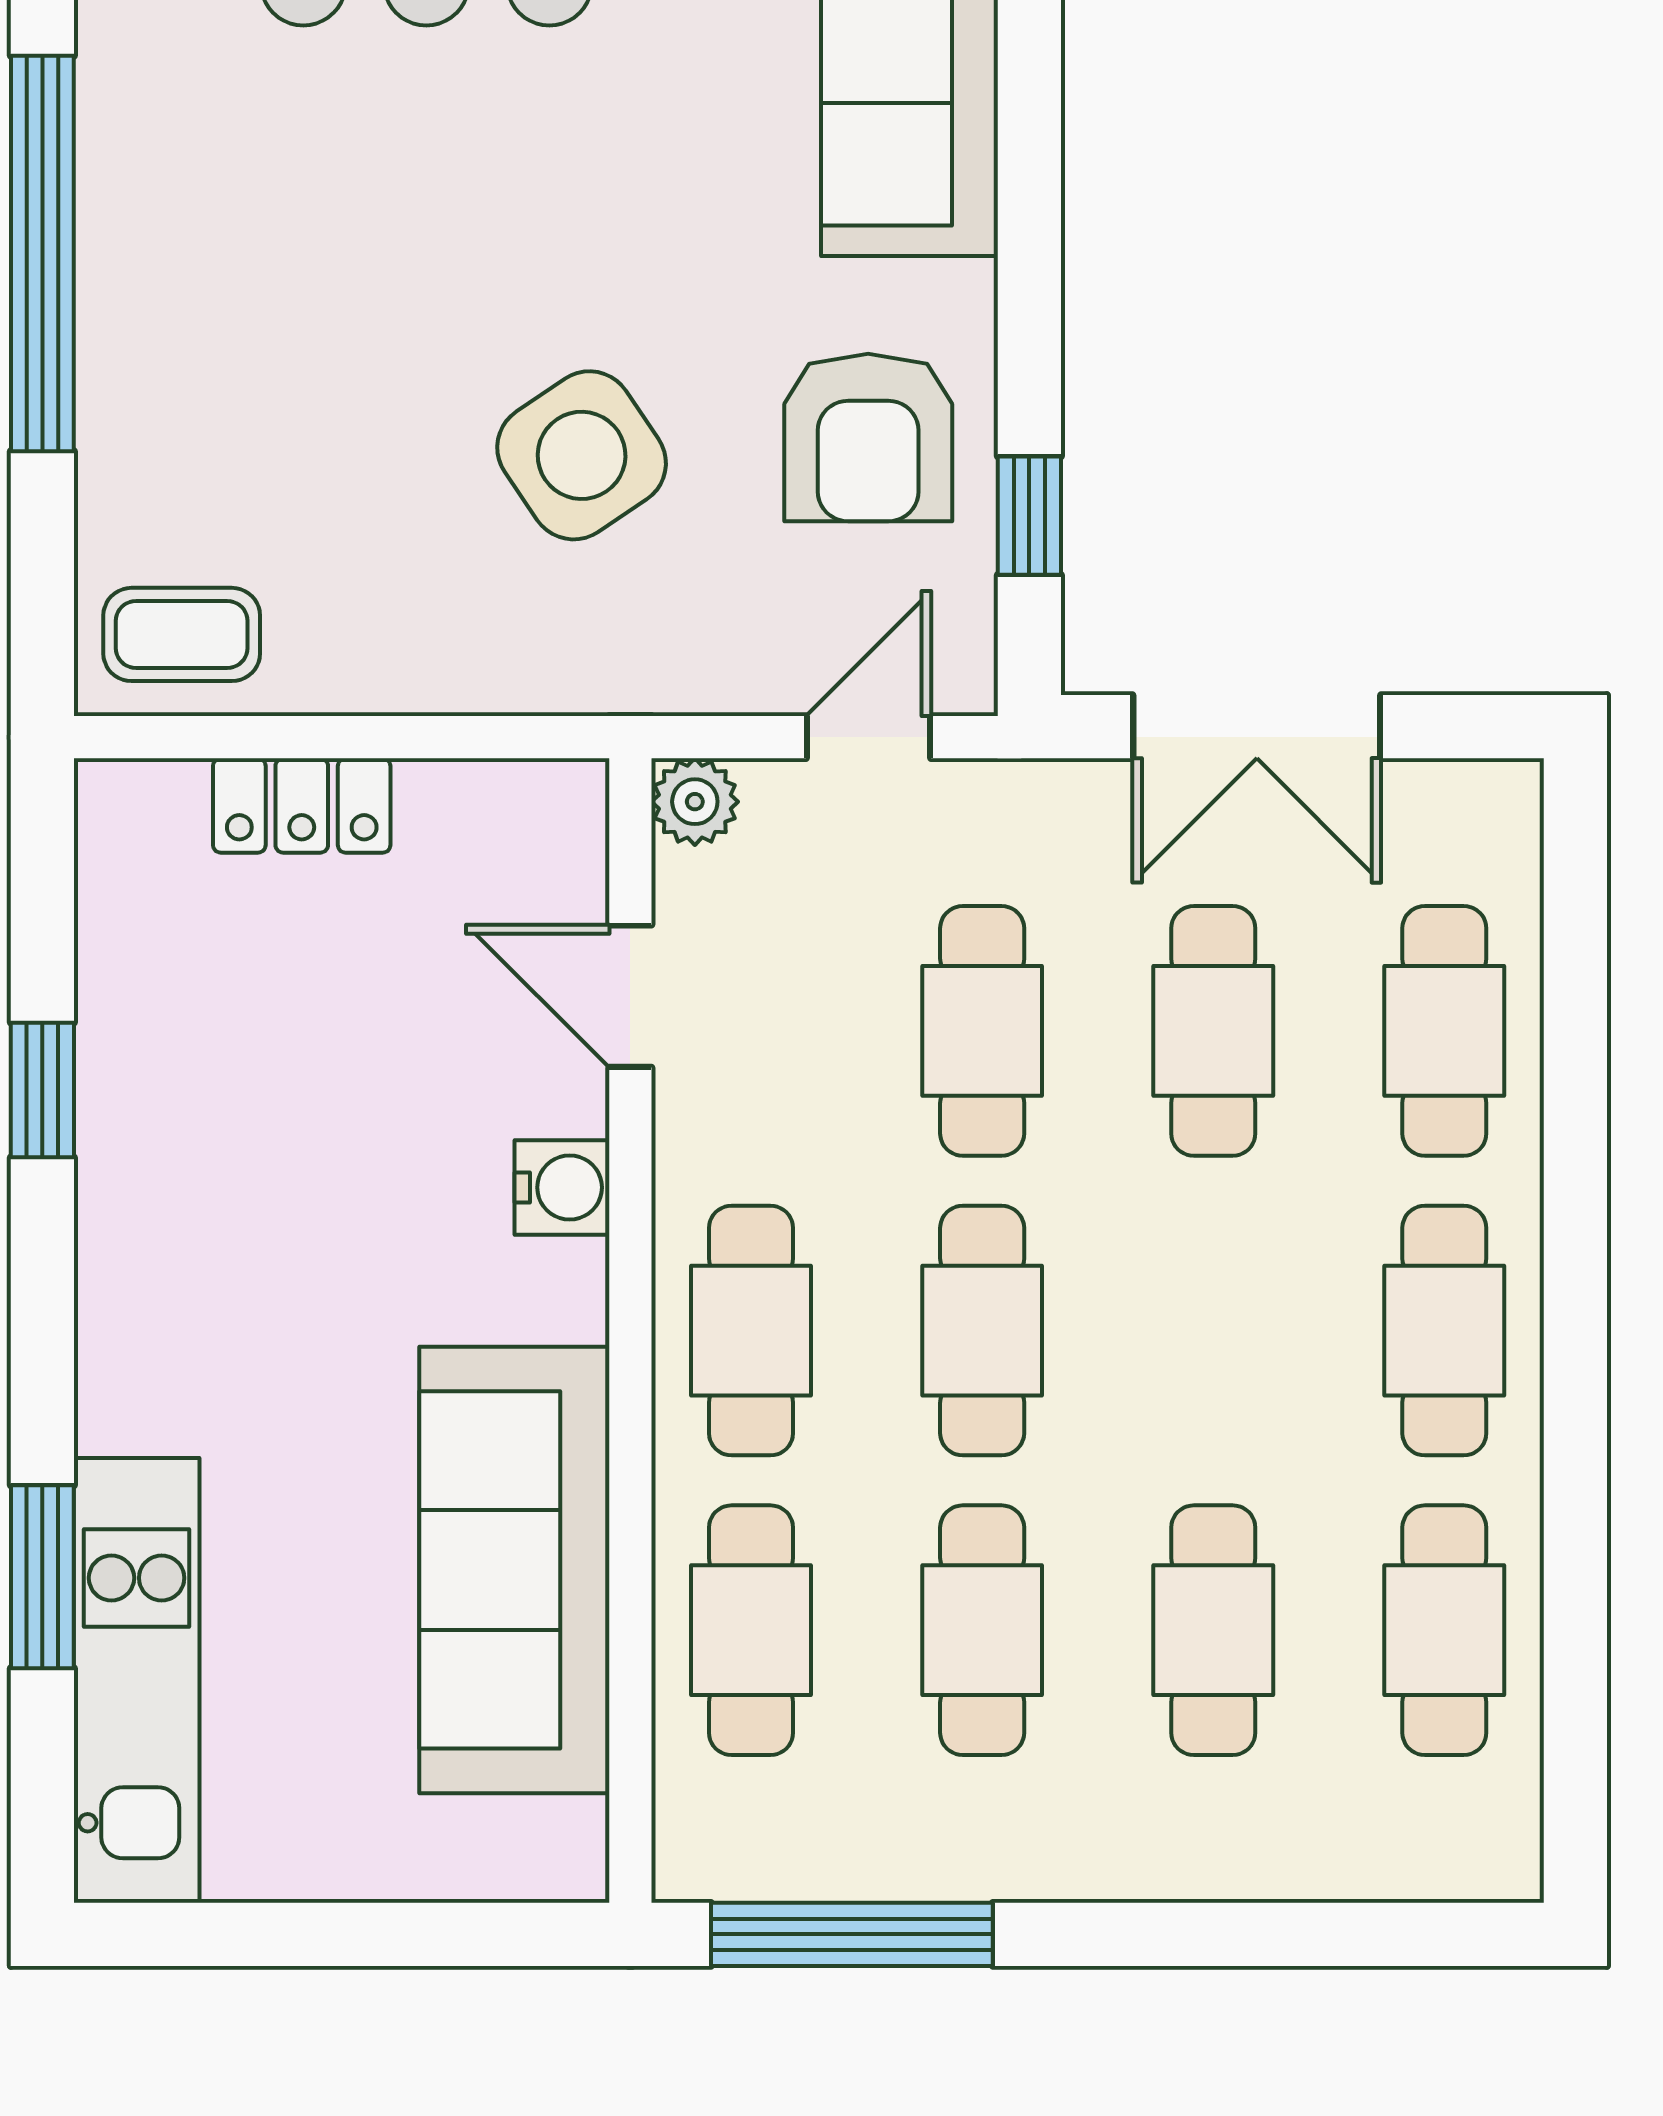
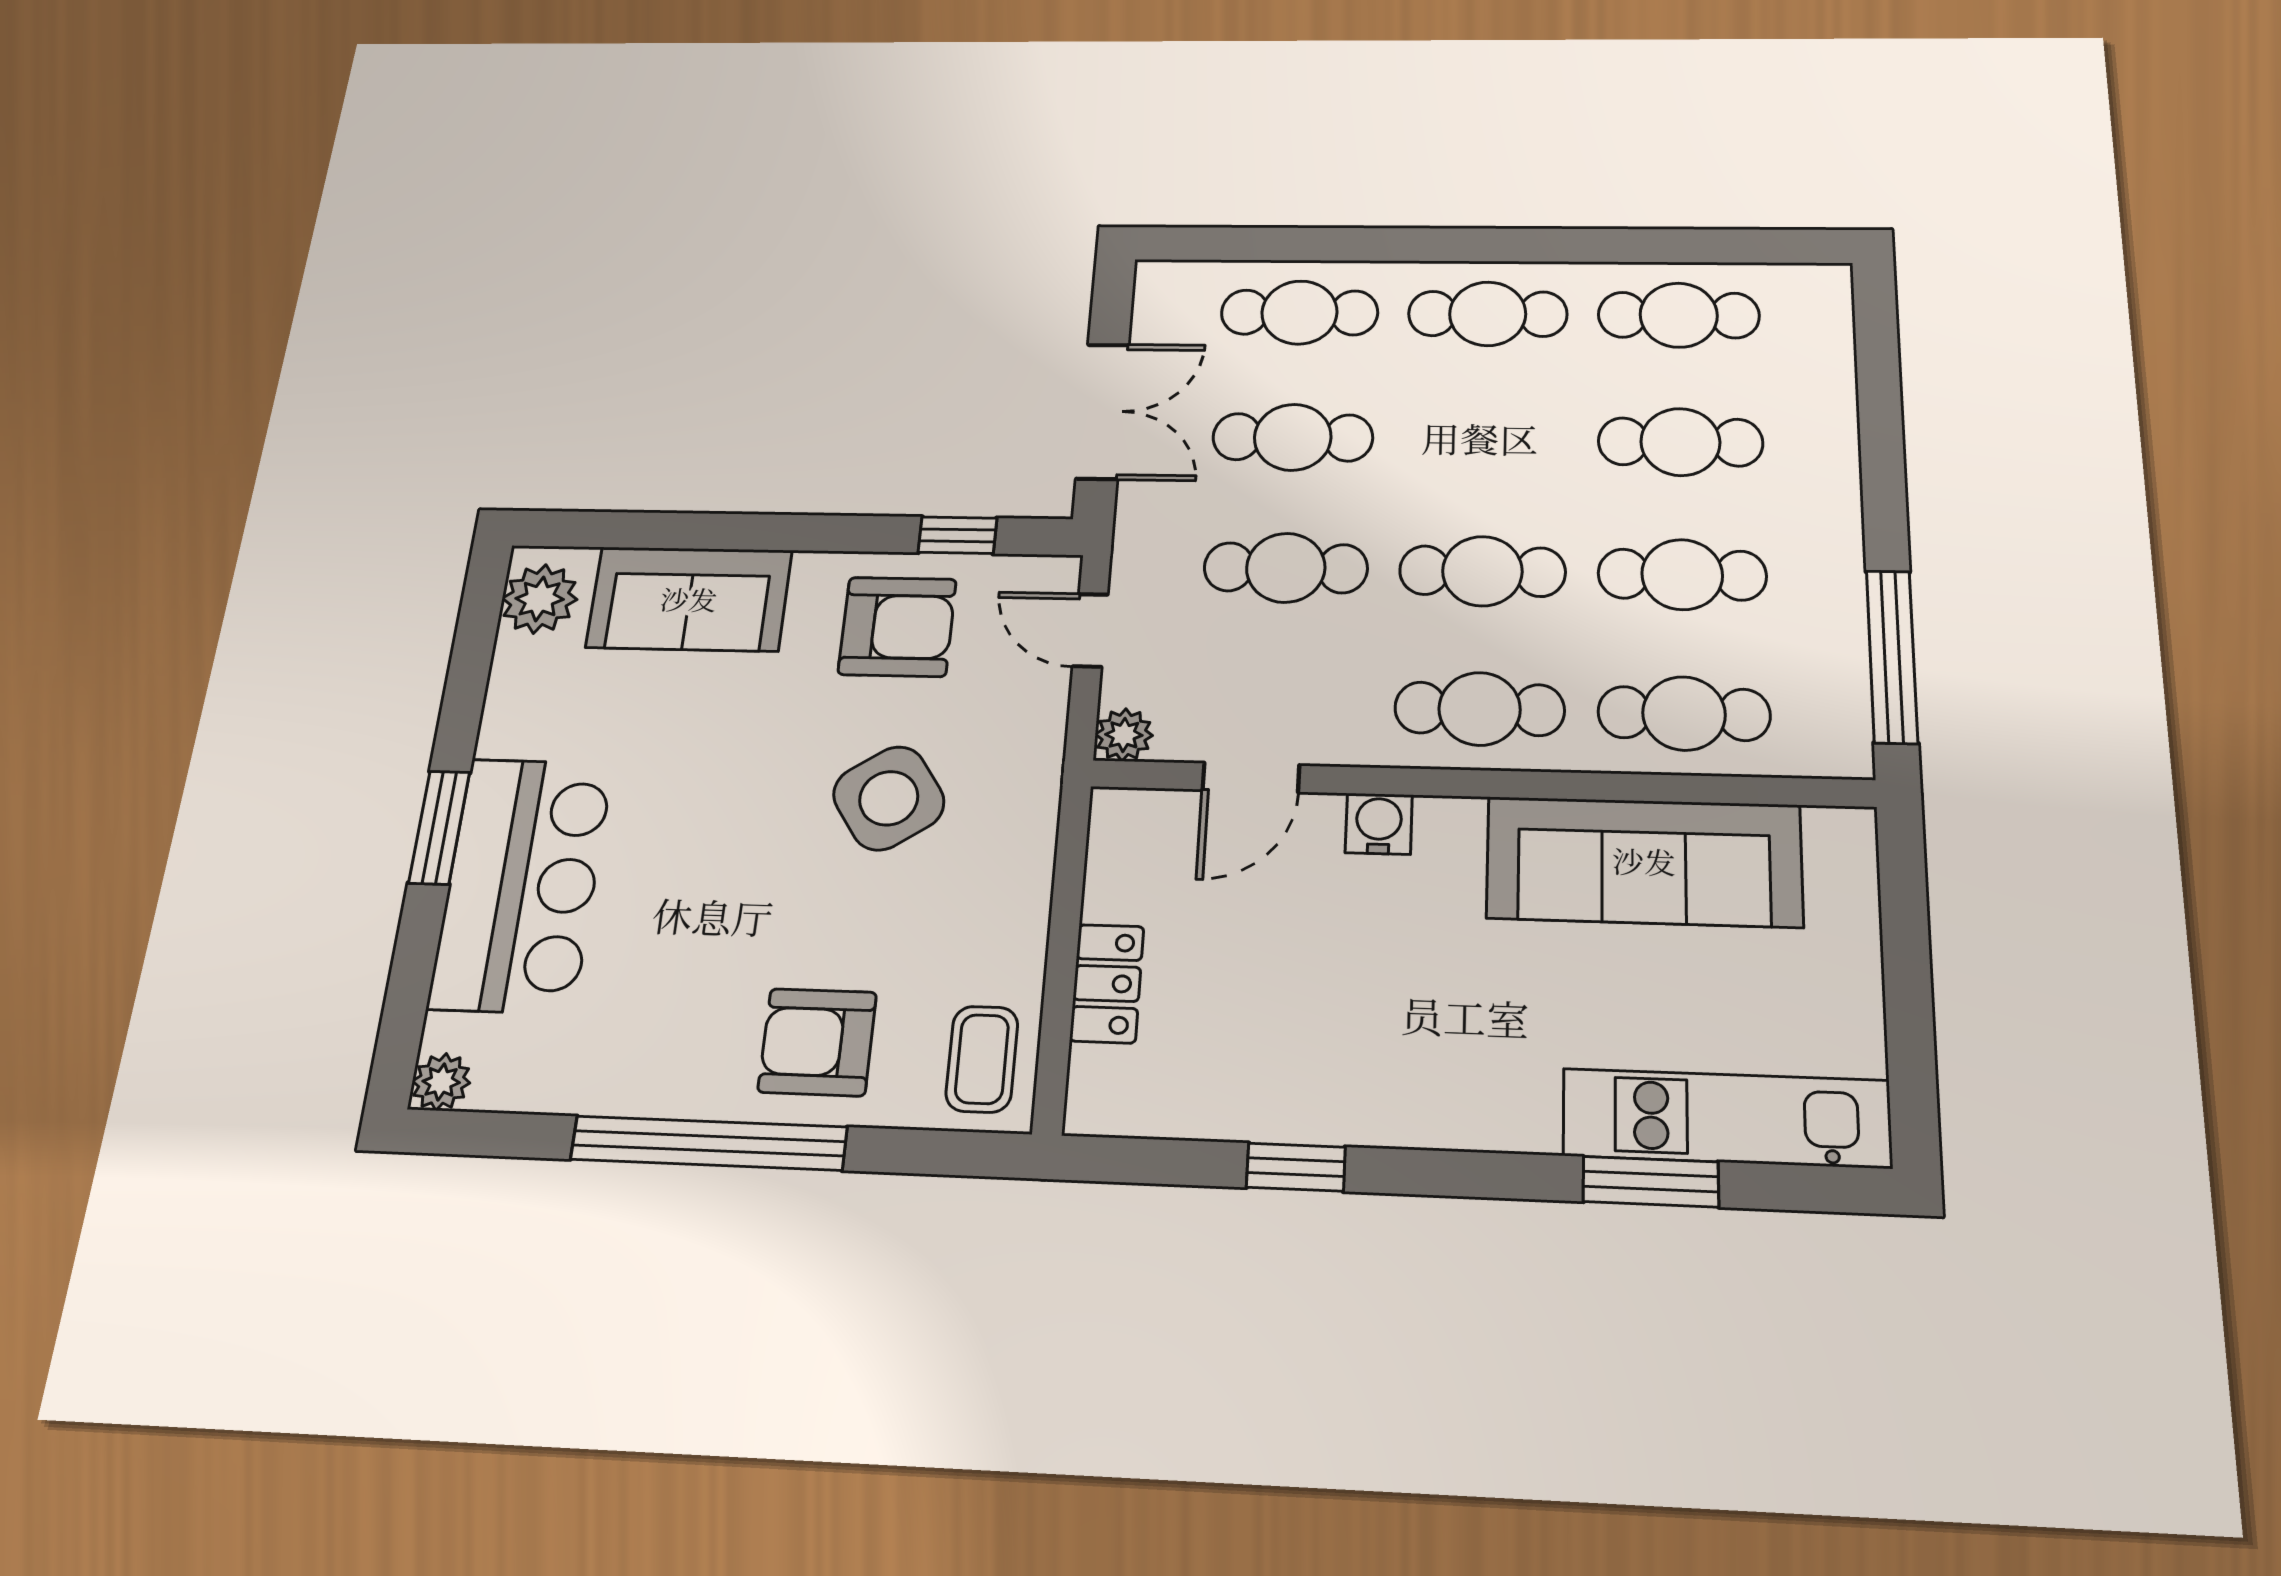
armchair: (198, 393) -> (817, 1042), added

